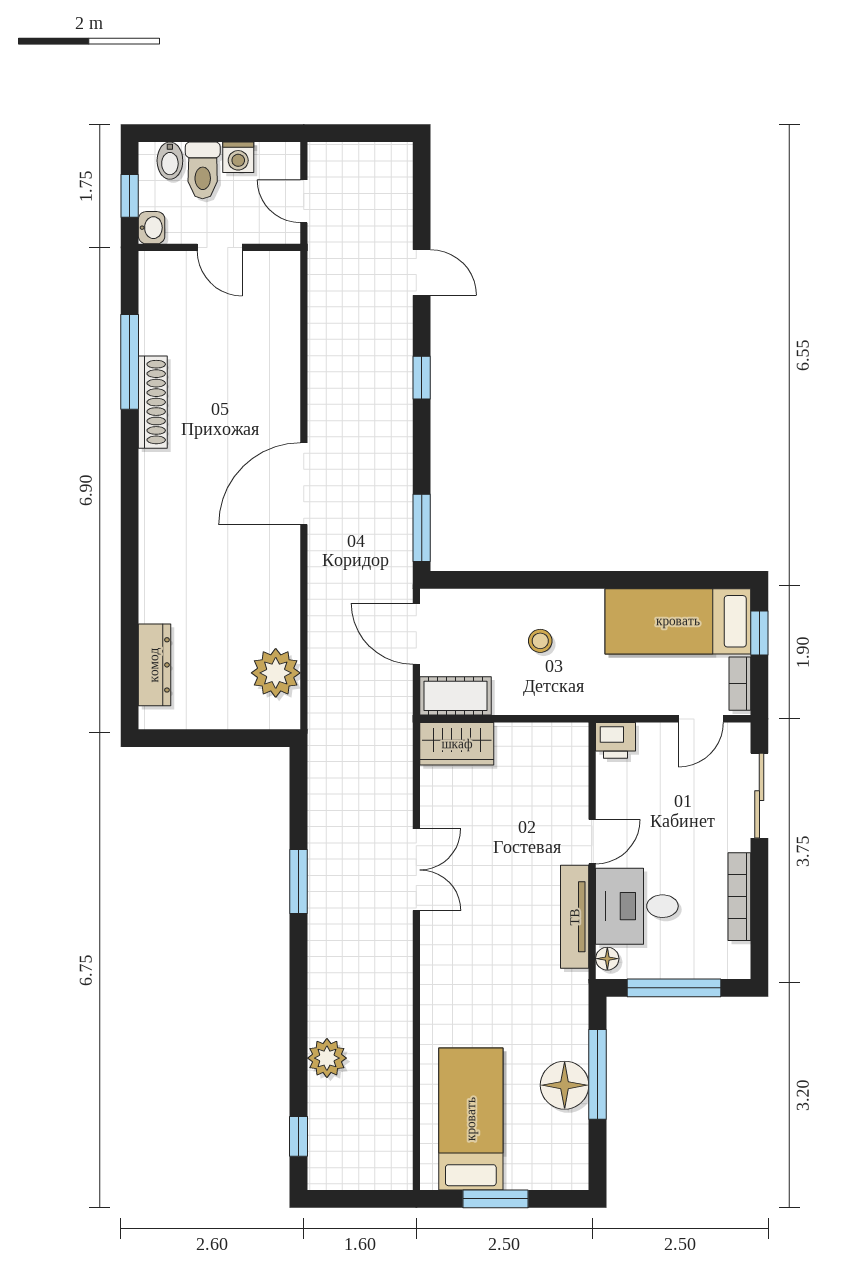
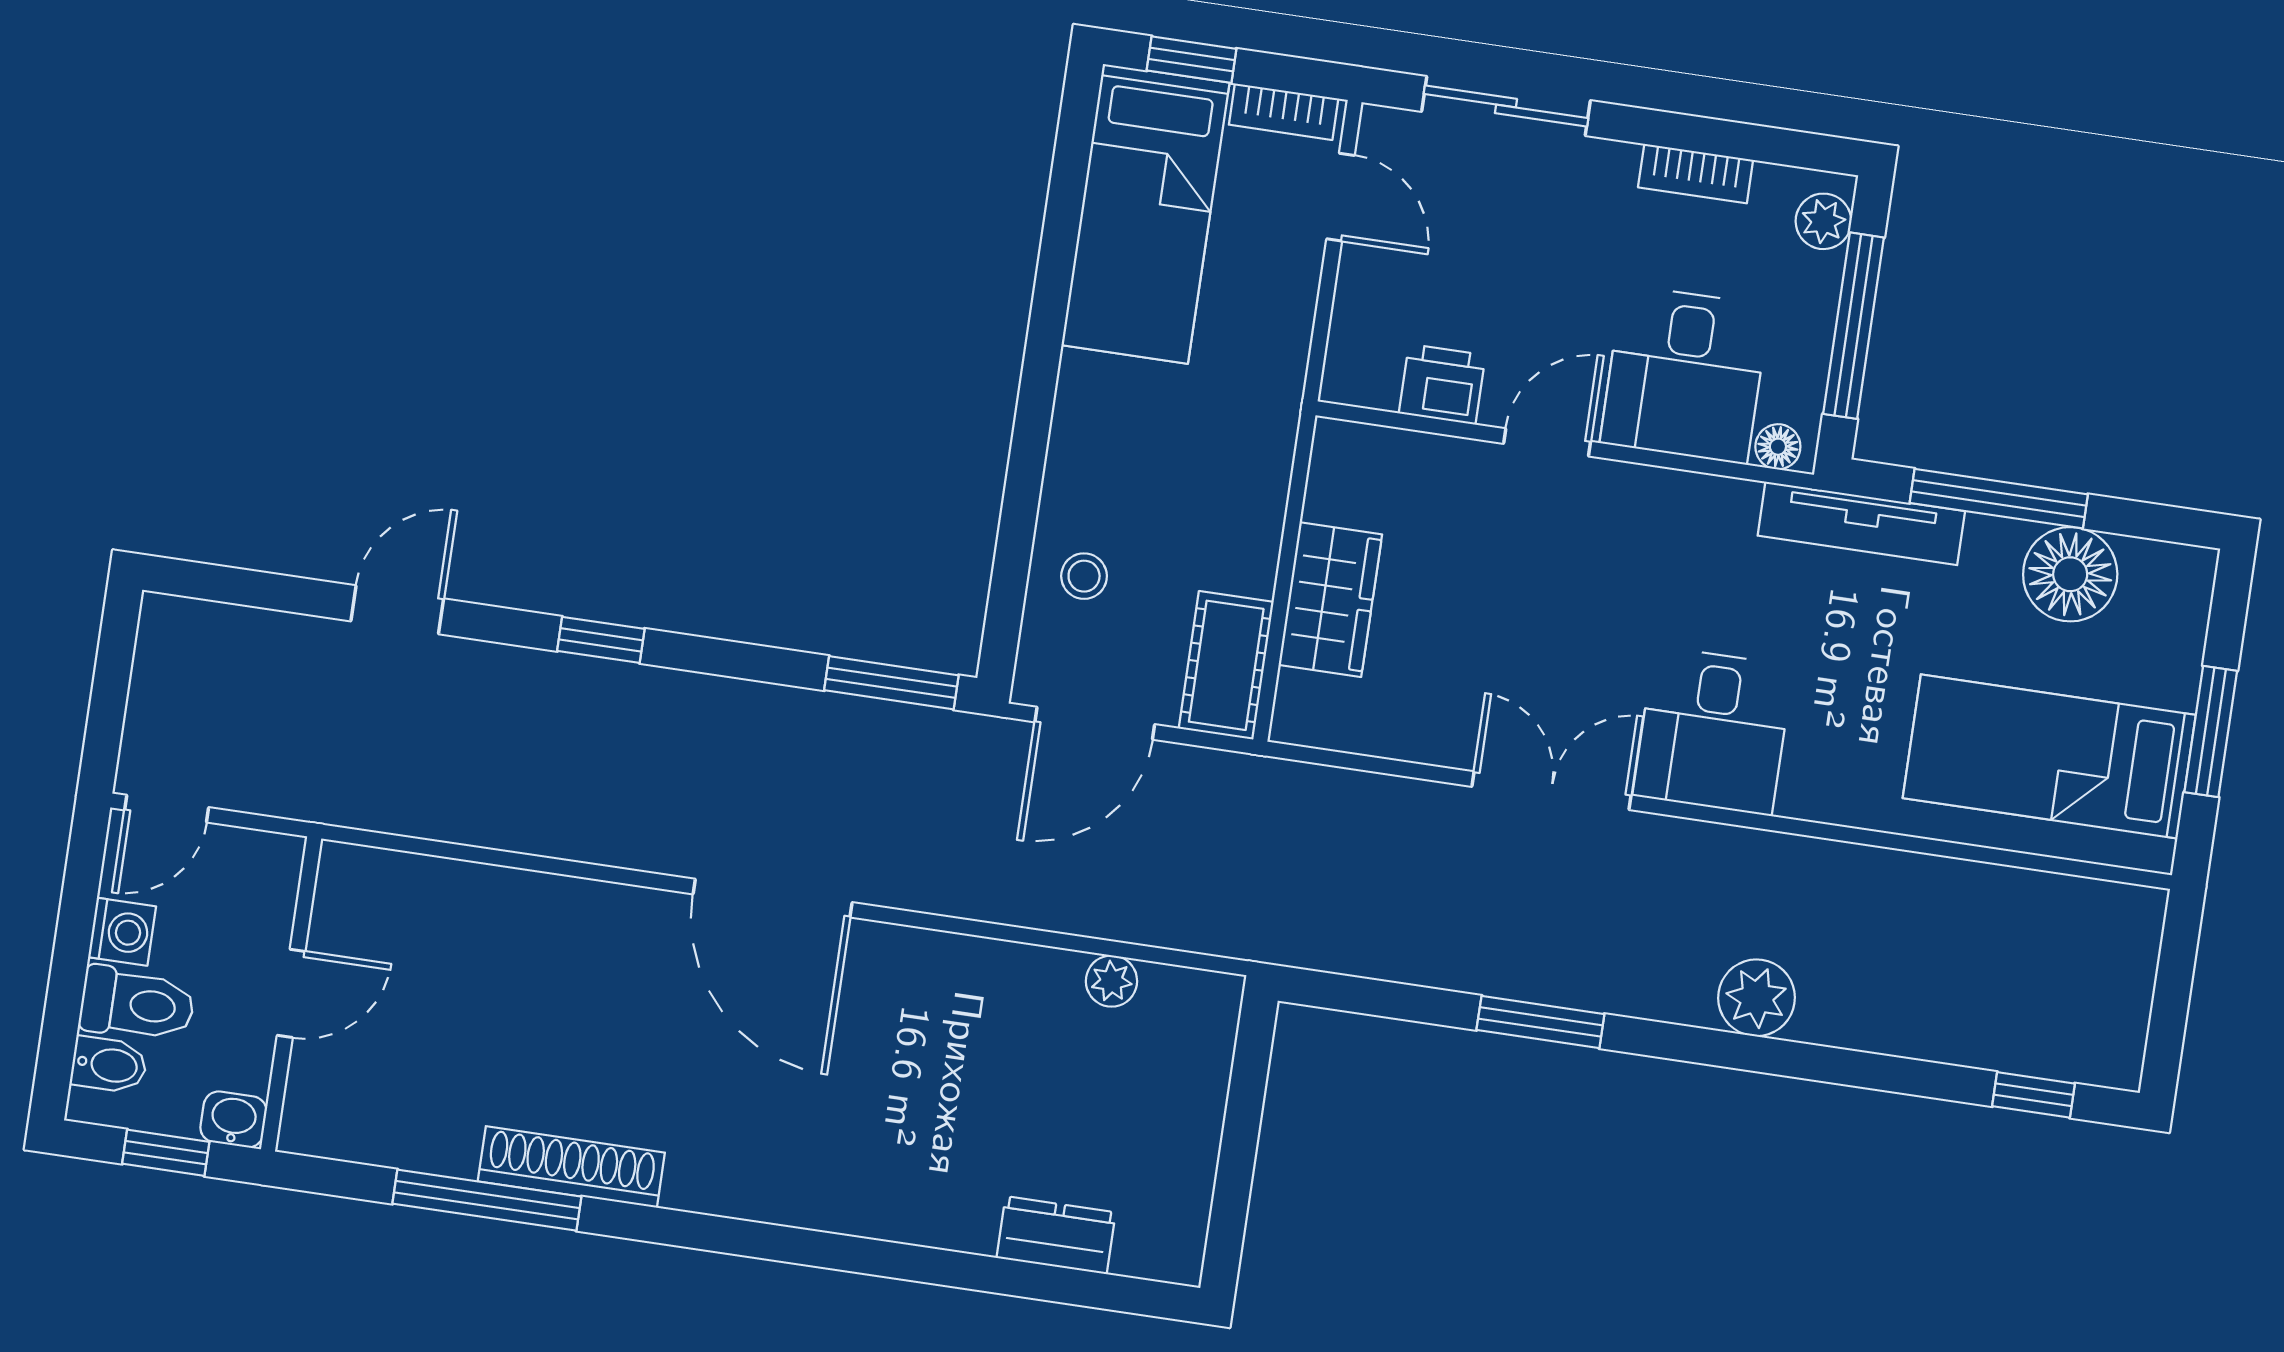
door: (304, 201) -> (167, 809), moved
stool: (540, 641) -> (1084, 576), moved
dresser: (154, 665) -> (1056, 1235), width x0.70
plant: (276, 673) -> (1111, 981), width x0.53, depth x0.53
printer: (616, 740) -> (1442, 384), moved, turned -90
wardrobe: (457, 744) -> (1330, 600), moved
door: (592, 842) -> (1547, 442), hinge flipped
bookcase: (739, 897) -> (1696, 174), width x0.64
tv unit: (575, 917) -> (1861, 523), moved
desk: (459, 947) -> (1713, 731), added
plant: (725, 965) -> (1823, 221), added
plant: (327, 1058) -> (1757, 998), moved
floor lamp: (565, 1085) -> (2070, 574), moved

